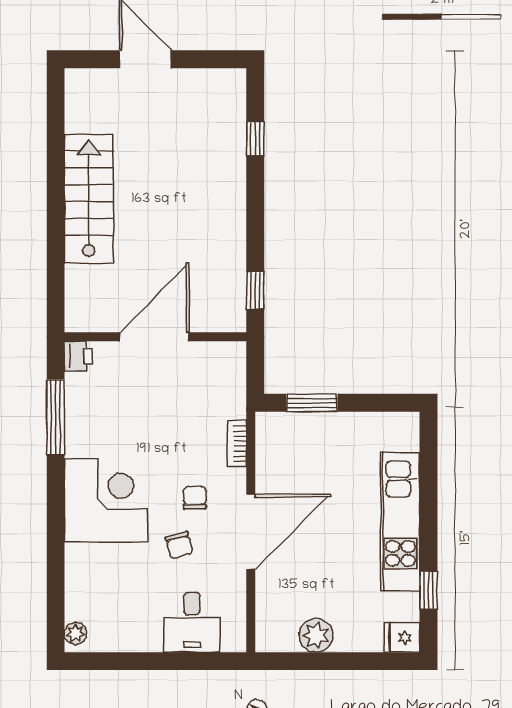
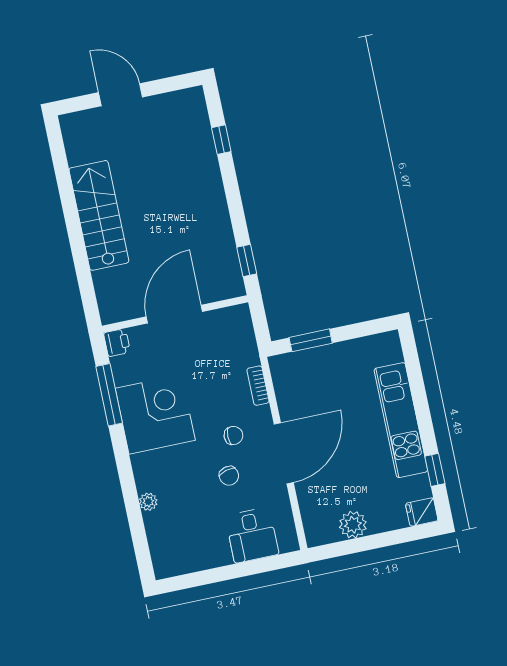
chair: (195, 498) -> (233, 435), turned 90
corner desk: (106, 501) -> (155, 414), moved
plant: (76, 633) -> (148, 502), moved

